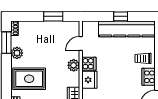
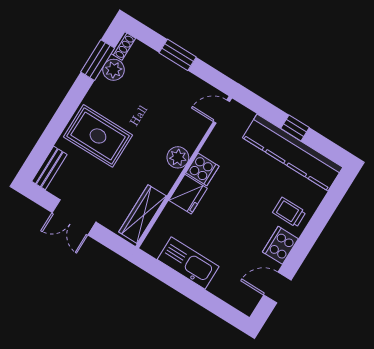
window: (53, 16) -> (178, 55), moved
door: (81, 44) -> (221, 112), moved
plant: (17, 53) -> (114, 70), moved

